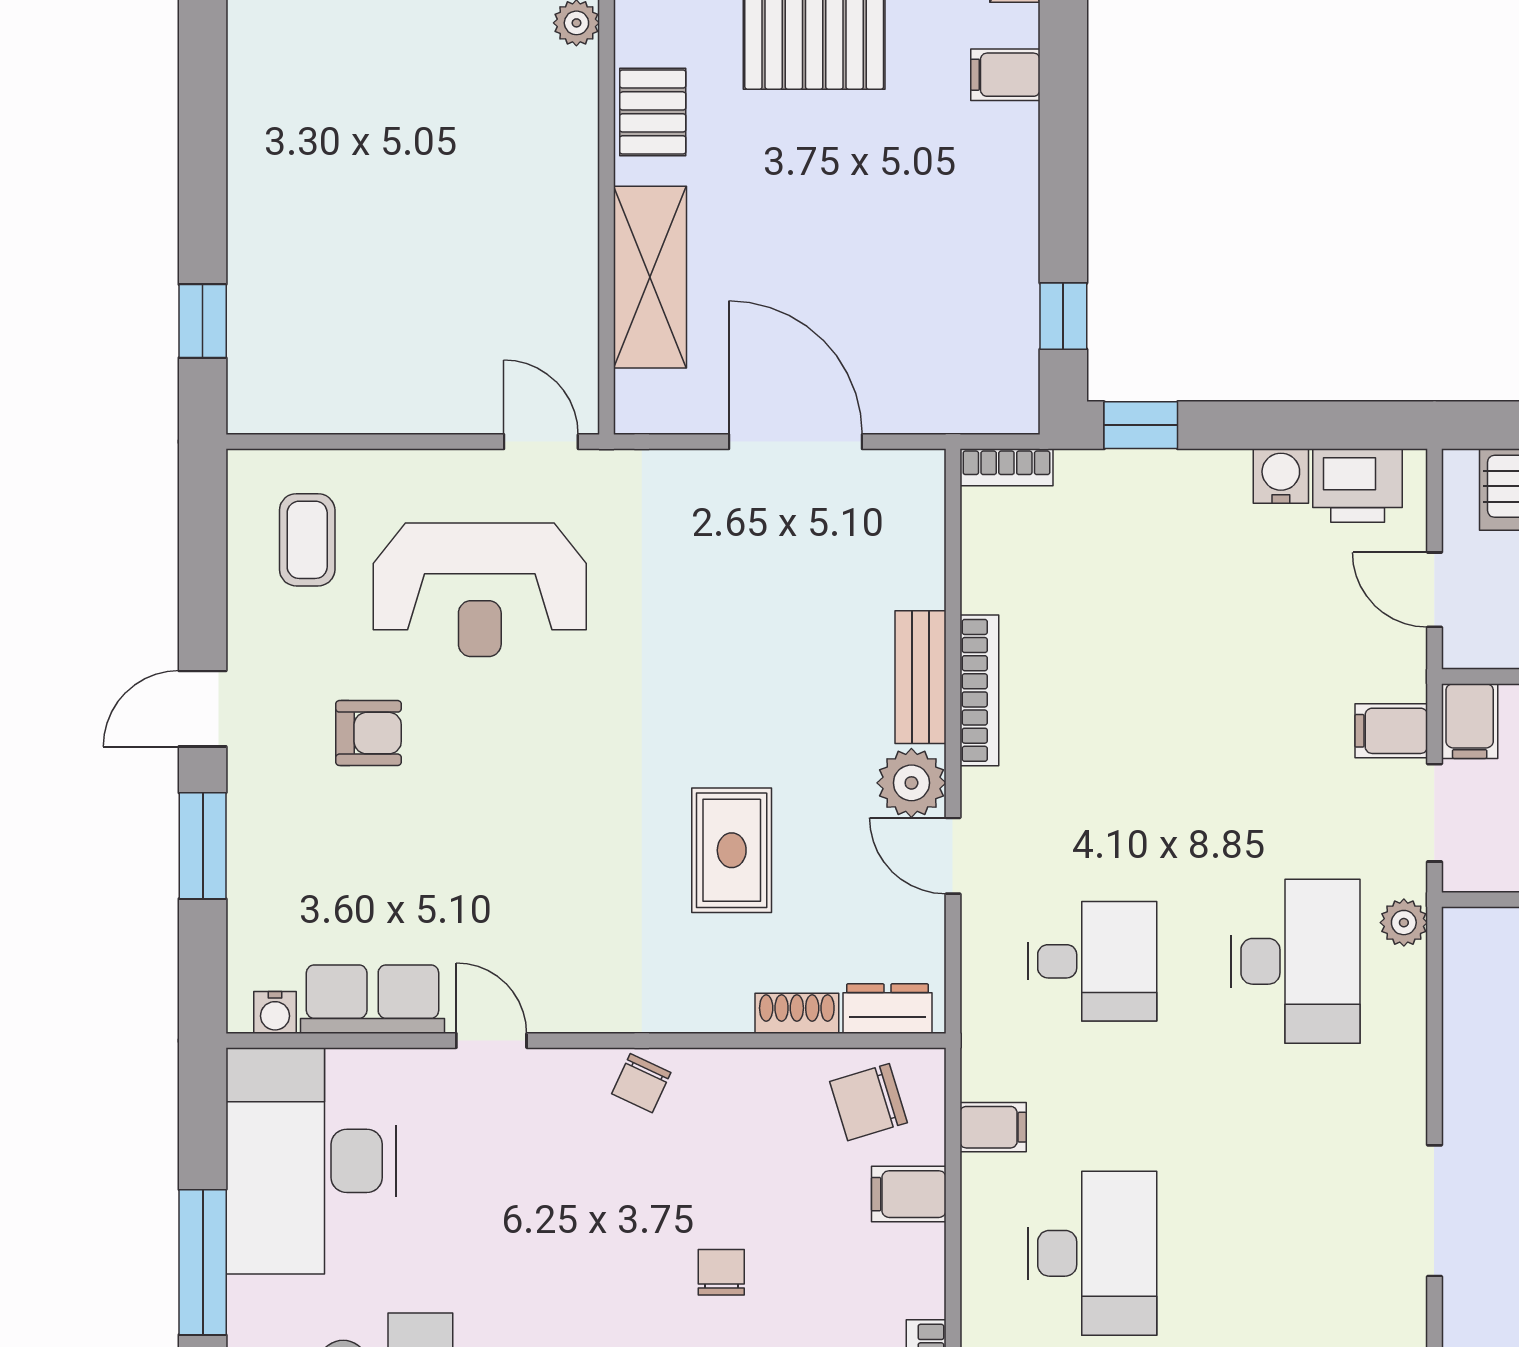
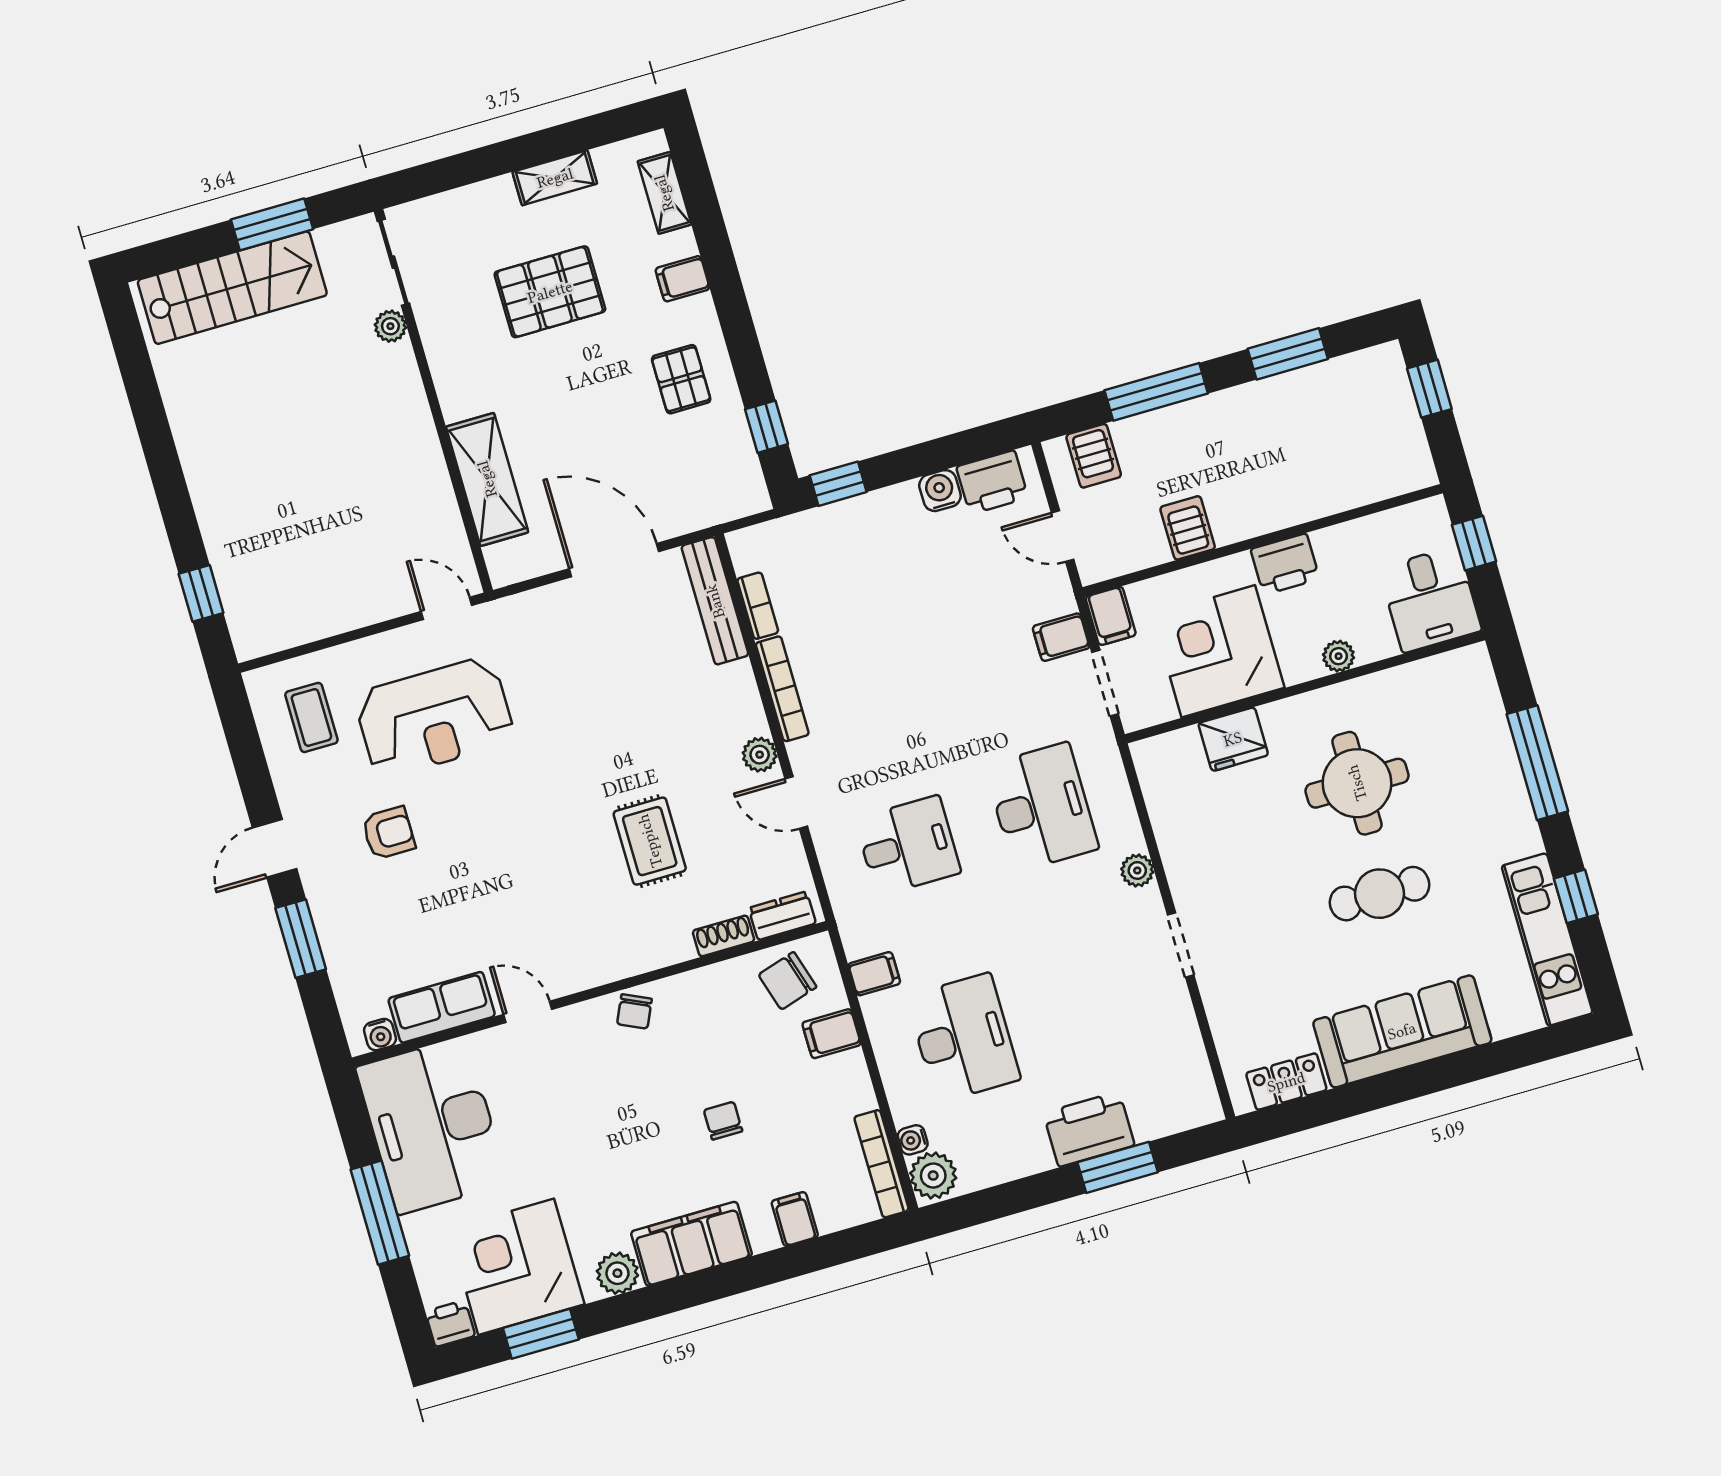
pallet: (653, 112) -> (681, 379), moved
bookcase: (1006, 467) -> (758, 606), moved, turned -90
bench: (921, 677) -> (715, 601), moved, width x1.36
plant: (911, 783) -> (760, 755), width x0.73, depth x0.73
plant: (1404, 923) -> (1137, 870), moved
doorway: (1434, 1211) -> (1181, 945), width x0.73

